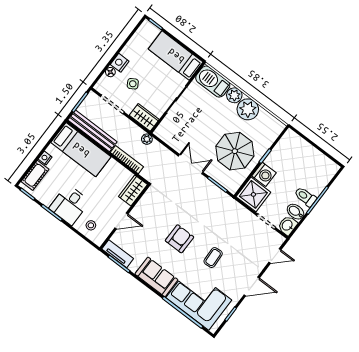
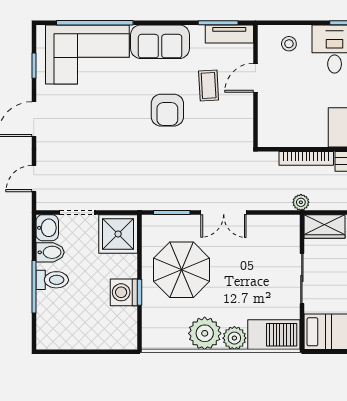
washing machine: (264, 174) -> (124, 292), moved
wardrobe: (133, 190) -> (270, 126), removed
coffee table: (213, 258) -> (209, 86), moved

